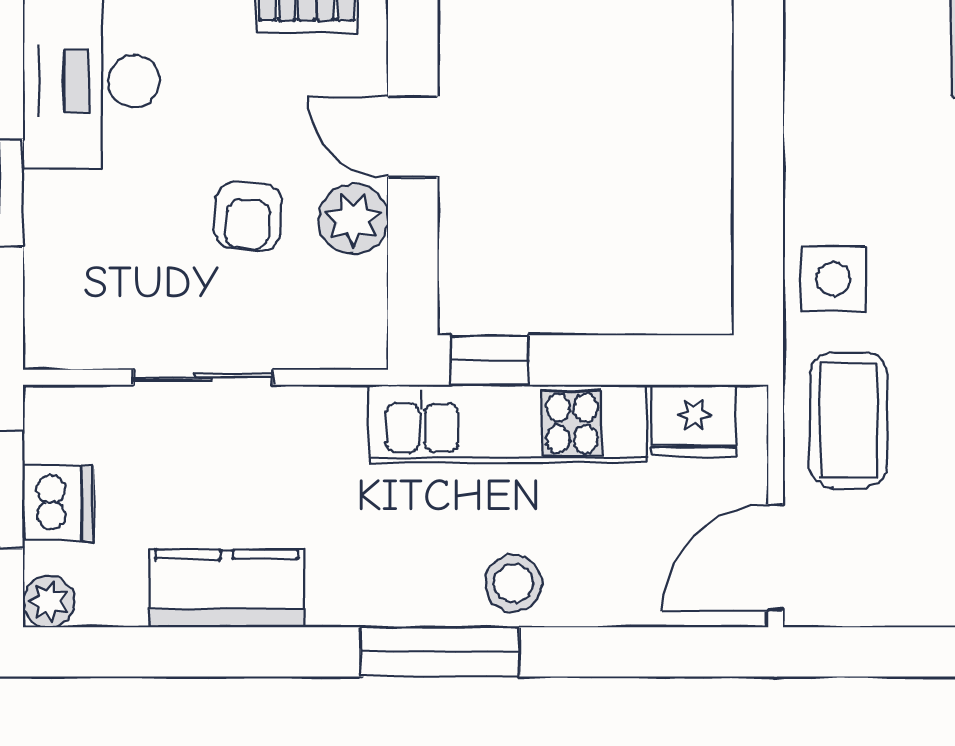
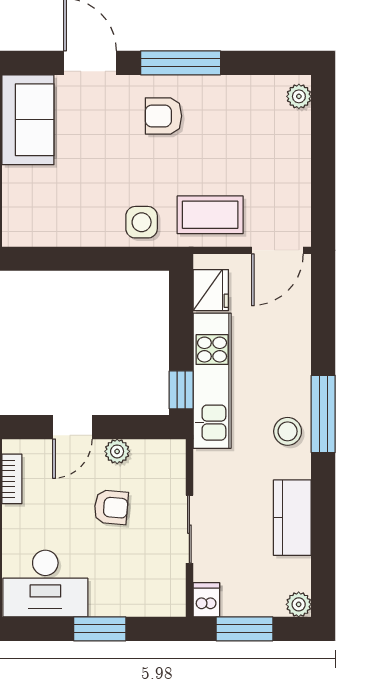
plant: (353, 219) -> (117, 451), width x0.73, depth x0.73
dishwasher: (58, 503) -> (206, 600), moved, width x0.73
door: (776, 558) -> (277, 250), hinge flipped
stool: (514, 583) -> (288, 431), moved

